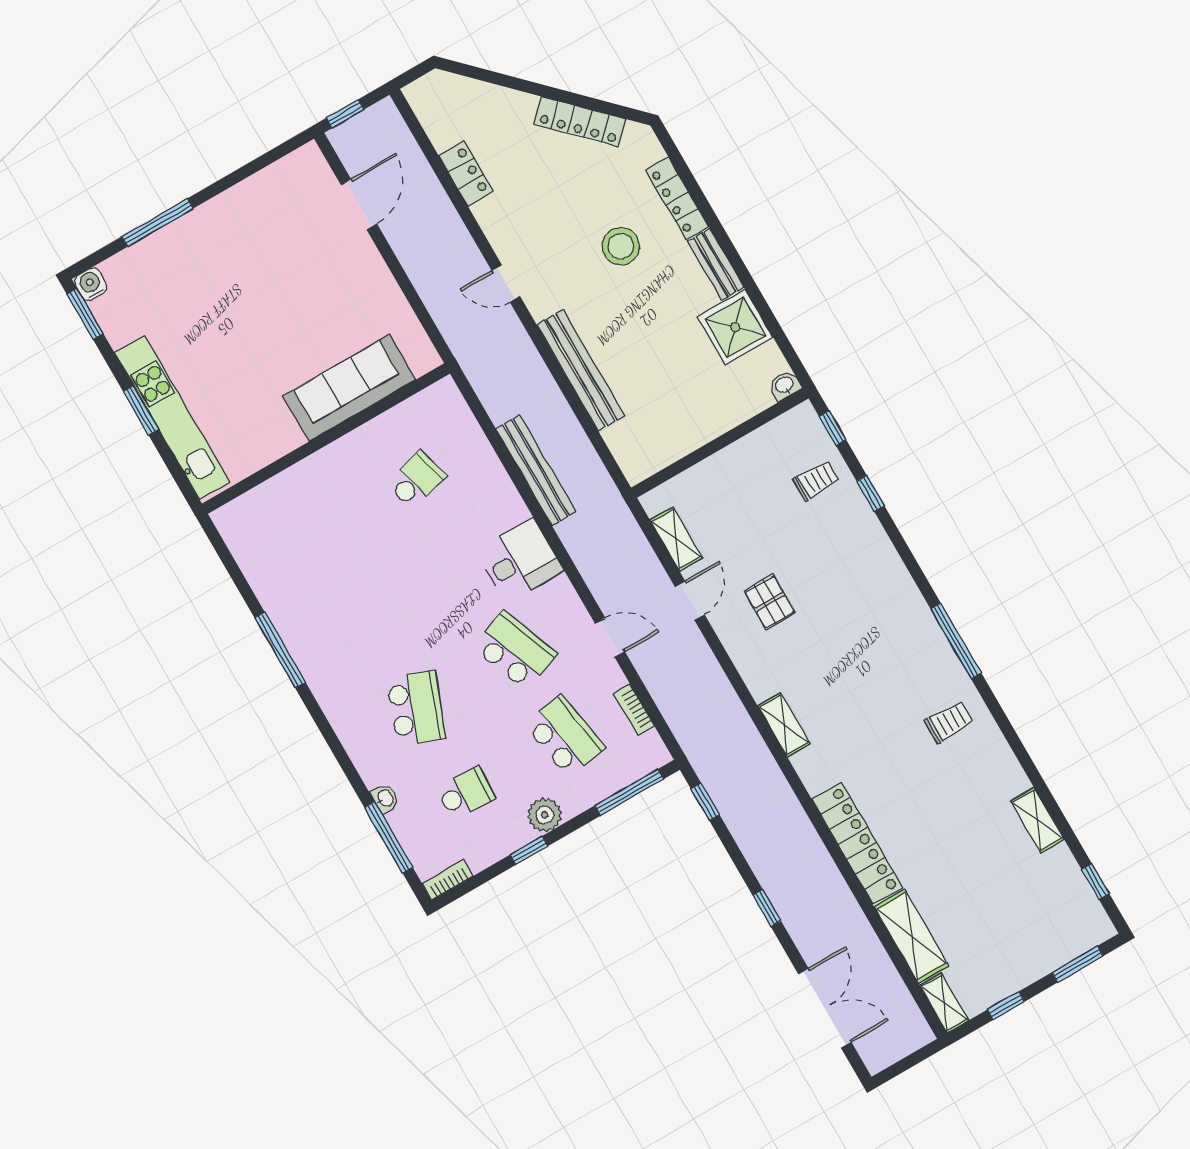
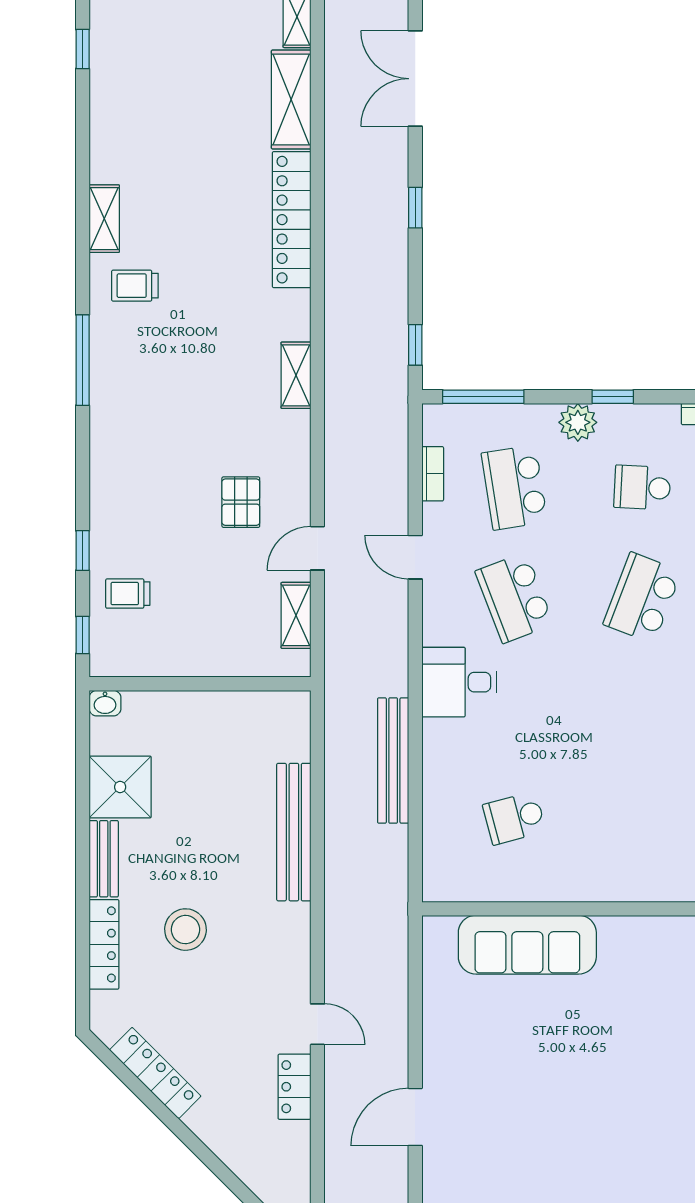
door: (506, 283) -> (317, 1024), moved
shelving: (1037, 820) -> (104, 219), moved

